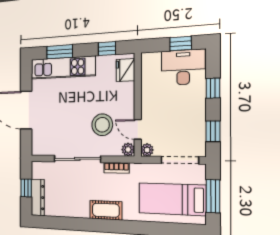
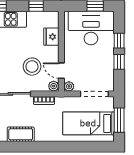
desk: (183, 67) -> (91, 28), width x1.36, depth x1.30
fridge: (125, 70) -> (51, 37), moved
window: (213, 131) -> (119, 62), moved
cot: (106, 210) -> (21, 134), moved

